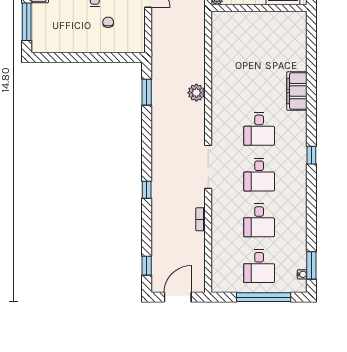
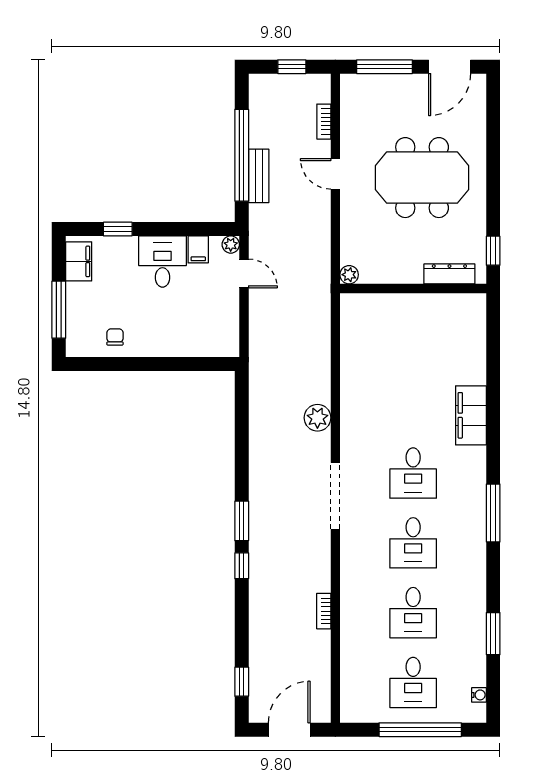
chair: (108, 22) -> (115, 337), moved
window: (147, 92) -> (242, 521), moved
window: (311, 155) -> (493, 513), width x2.17
doorway: (208, 167) -> (335, 496), moved
window: (311, 265) -> (493, 634), moved

